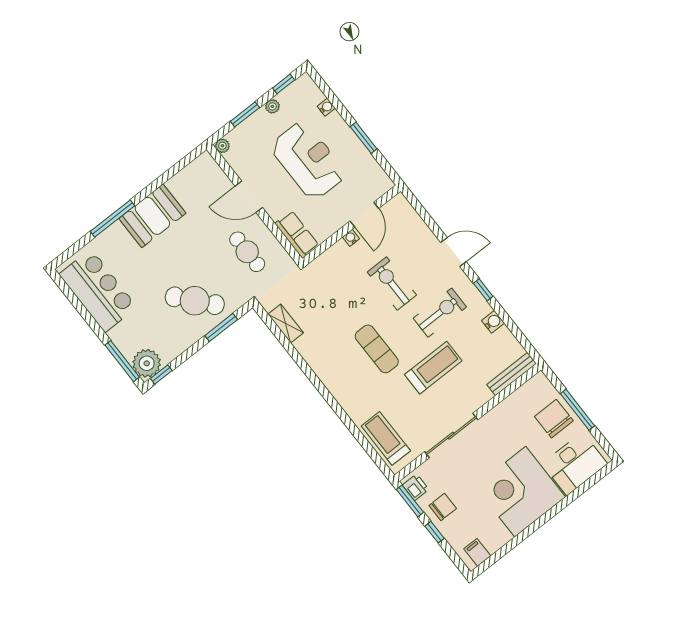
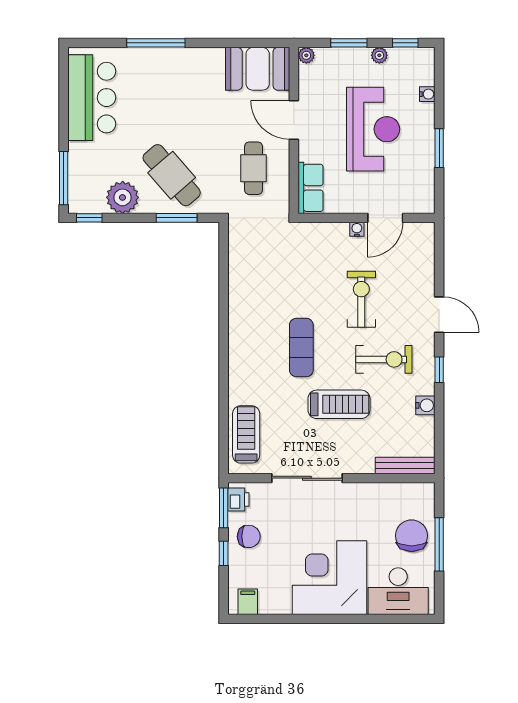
booth: (152, 216) -> (258, 69), moved
shelving: (286, 323) -> (237, 260), removed
plant: (147, 363) -> (123, 197), moved

